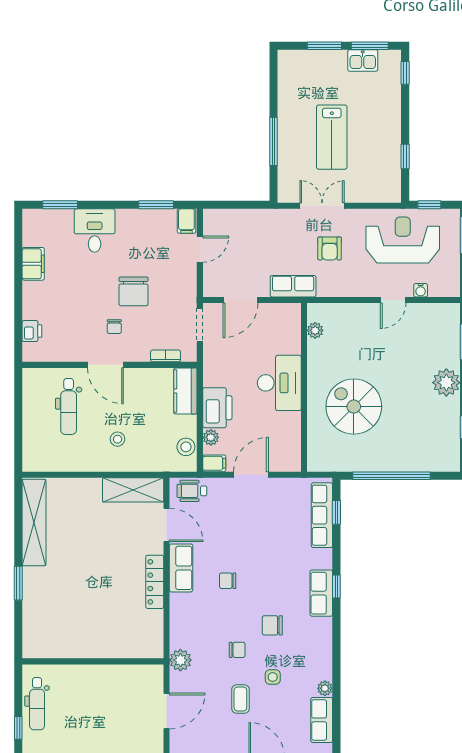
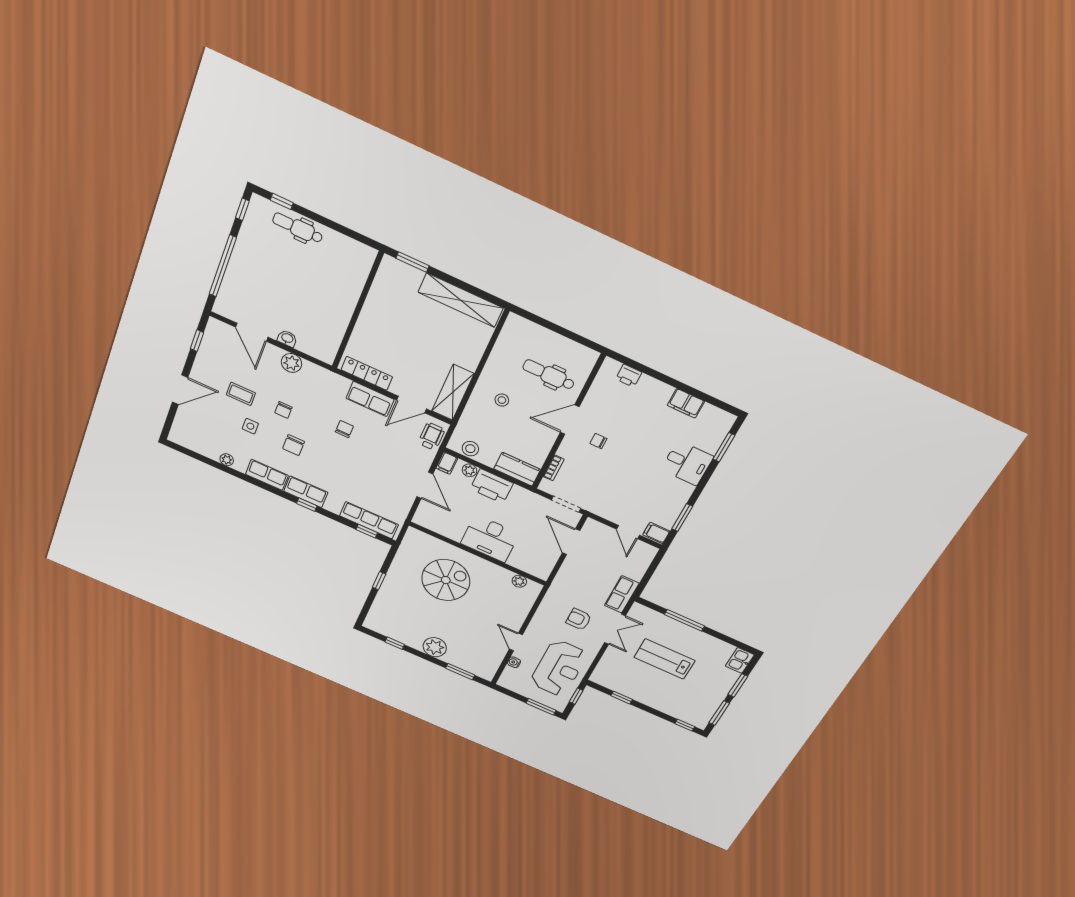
kitchen sink: (363, 60) -> (740, 660), moved
row of seats: (293, 286) -> (622, 594), moved, turned 180
chair: (133, 291) -> (620, 469), removed
window: (392, 476) -> (379, 581), width x0.32
chair: (272, 625) -> (294, 445), turned 180
wall: (93, 661) -> (357, 311), moved
washbasin: (156, 674) -> (287, 338), added
row of seats: (322, 720) -> (267, 475), moved

